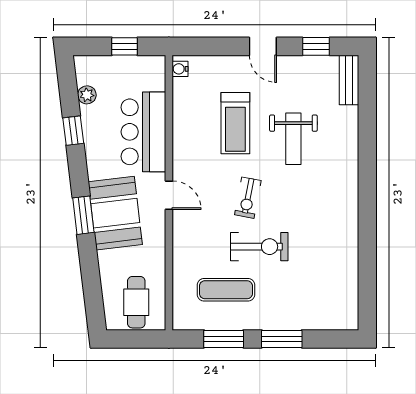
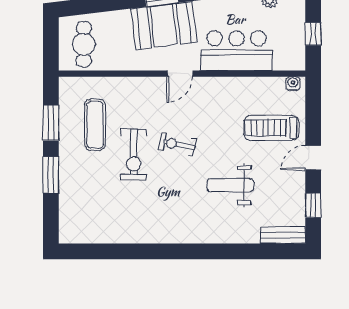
treadmill: (235, 123) -> (271, 128), moved
cafe table: (136, 302) -> (84, 44), turned 90

